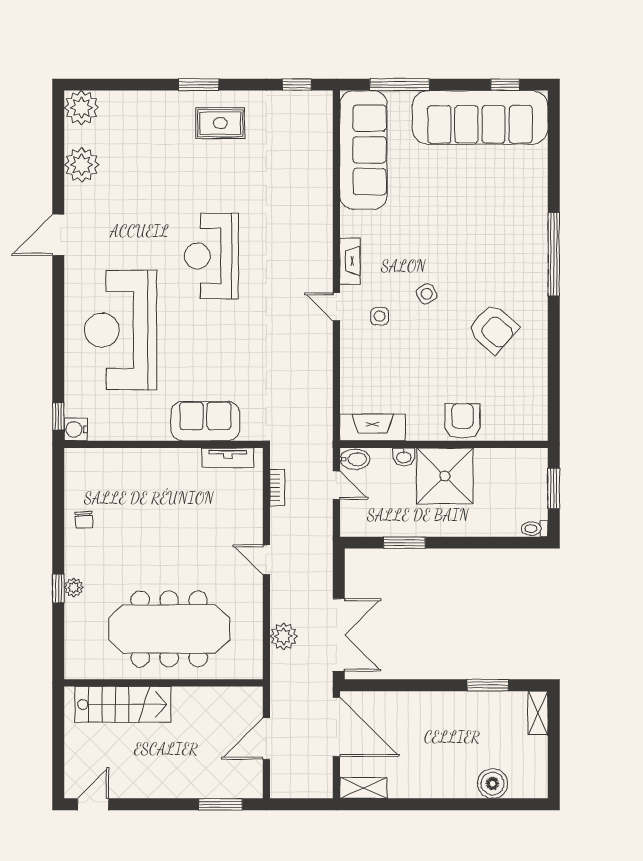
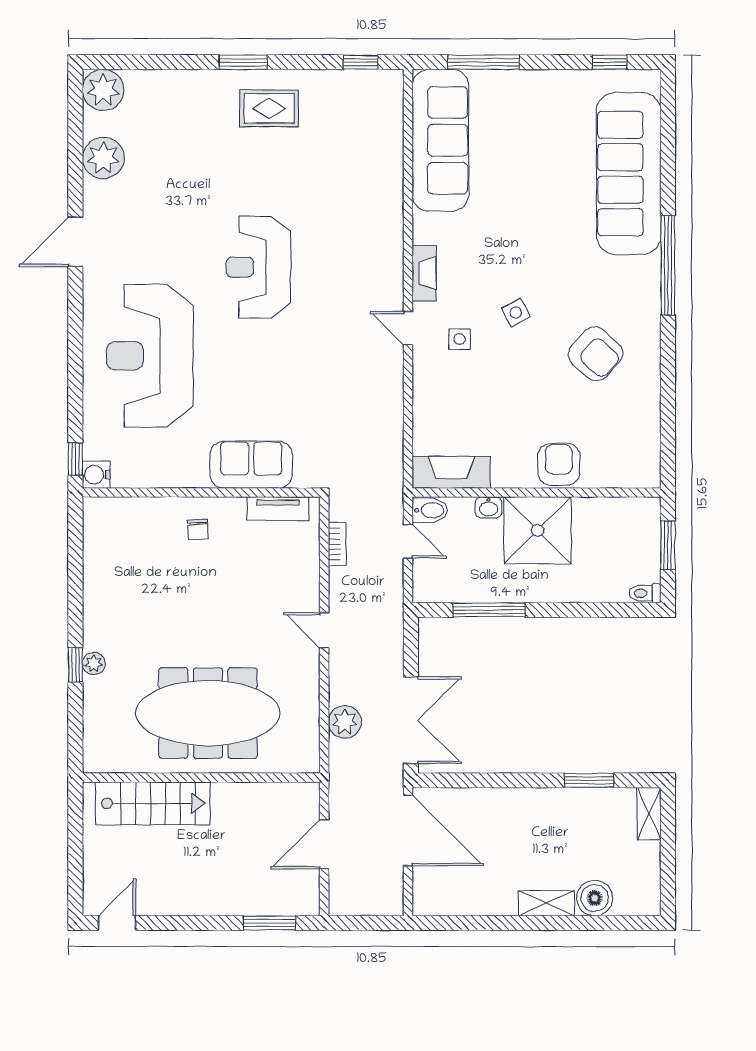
sofa: (480, 117) -> (629, 174), moved, turned 90
chair: (84, 520) -> (198, 529), moved
window: (404, 543) -> (489, 610), width x1.44
shelving: (363, 788) -> (546, 903), moved

